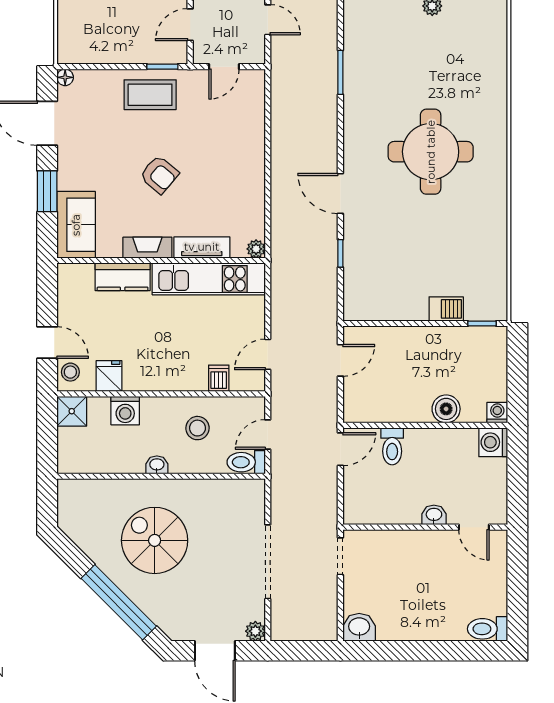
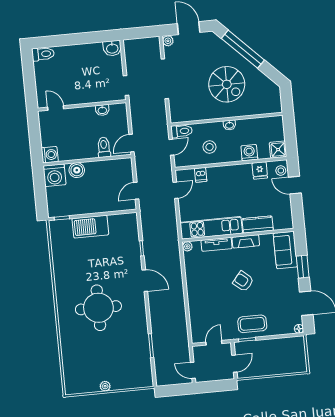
barbecue: (446, 309) -> (90, 227), width x1.88, depth x1.53
washing machine: (497, 413) -> (54, 175), width x1.89, depth x1.89
washbasin: (434, 515) -> (102, 110), moved

